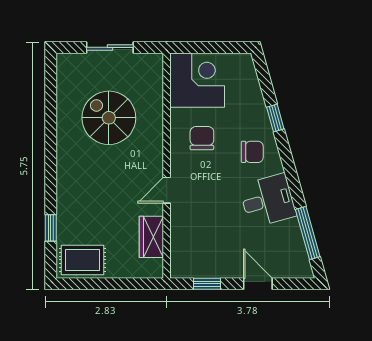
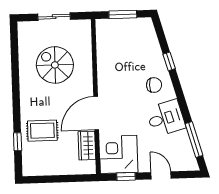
window: (210, 47) -> (123, 14), added
corner desk: (197, 80) -> (118, 154), moved, turned -90
chair: (202, 138) -> (119, 77), removed
door: (167, 190) -> (96, 113), width x1.87
rug: (82, 260) -> (42, 131), moved

